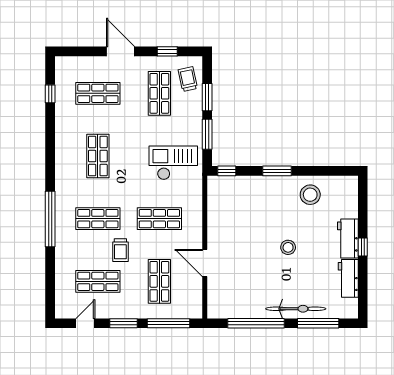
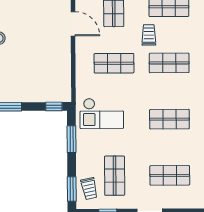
window: (207, 97) -> (72, 189), moved
shop shelf: (98, 156) -> (169, 119), turned 90

